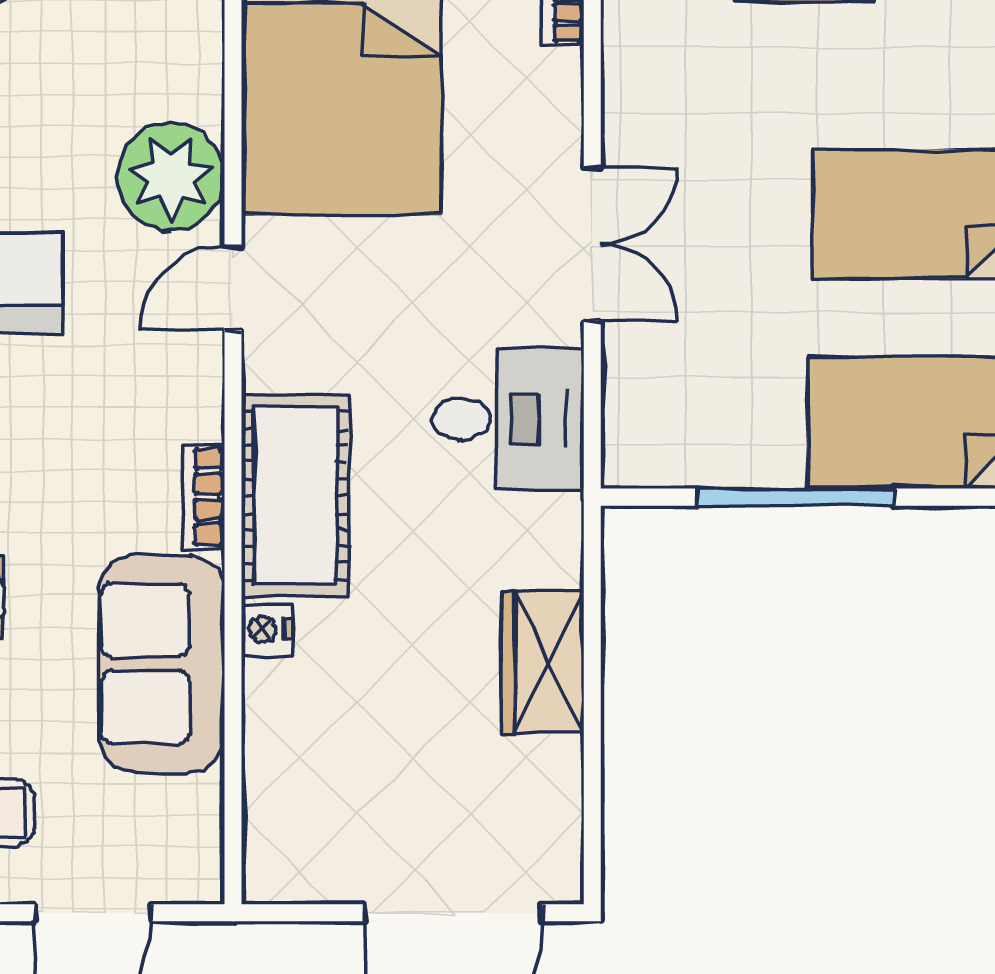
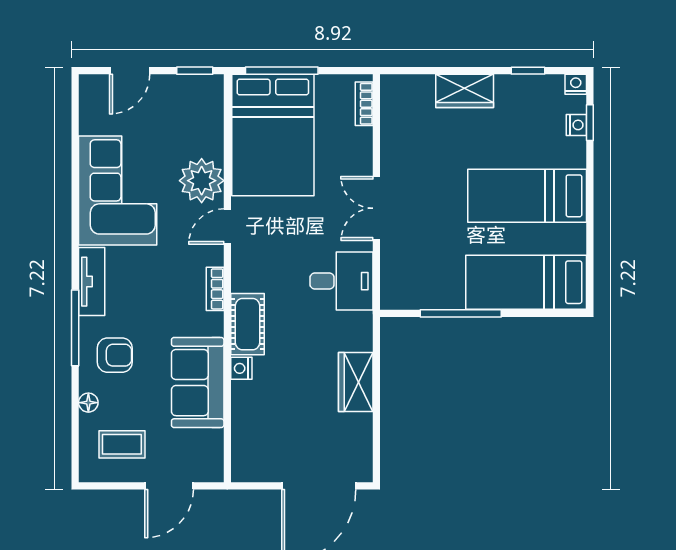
double door: (592, 244) -> (376, 208), swing flipped
cot: (295, 496) -> (247, 324), width x0.73, depth x0.75
bookcase: (204, 497) -> (215, 289), moved

